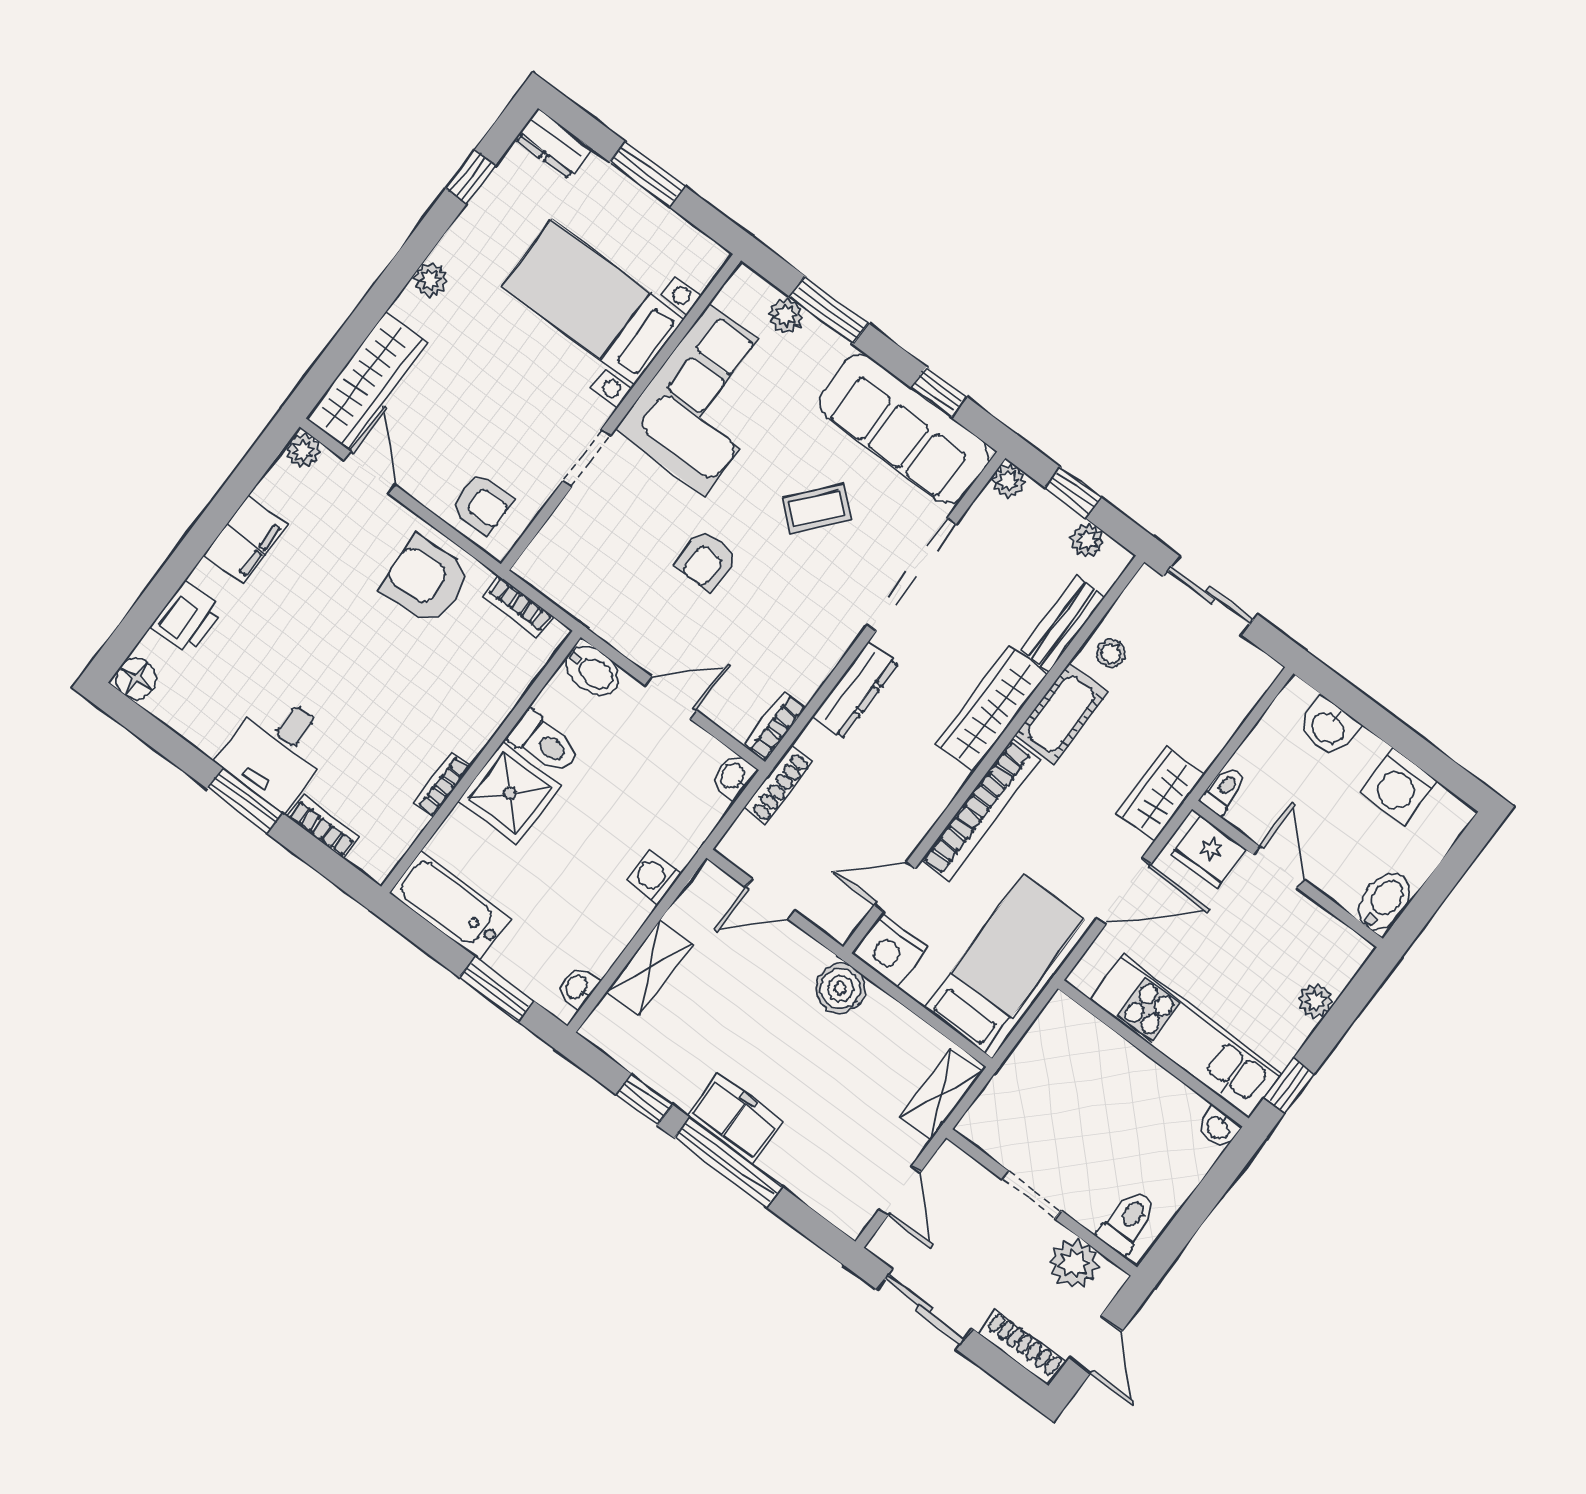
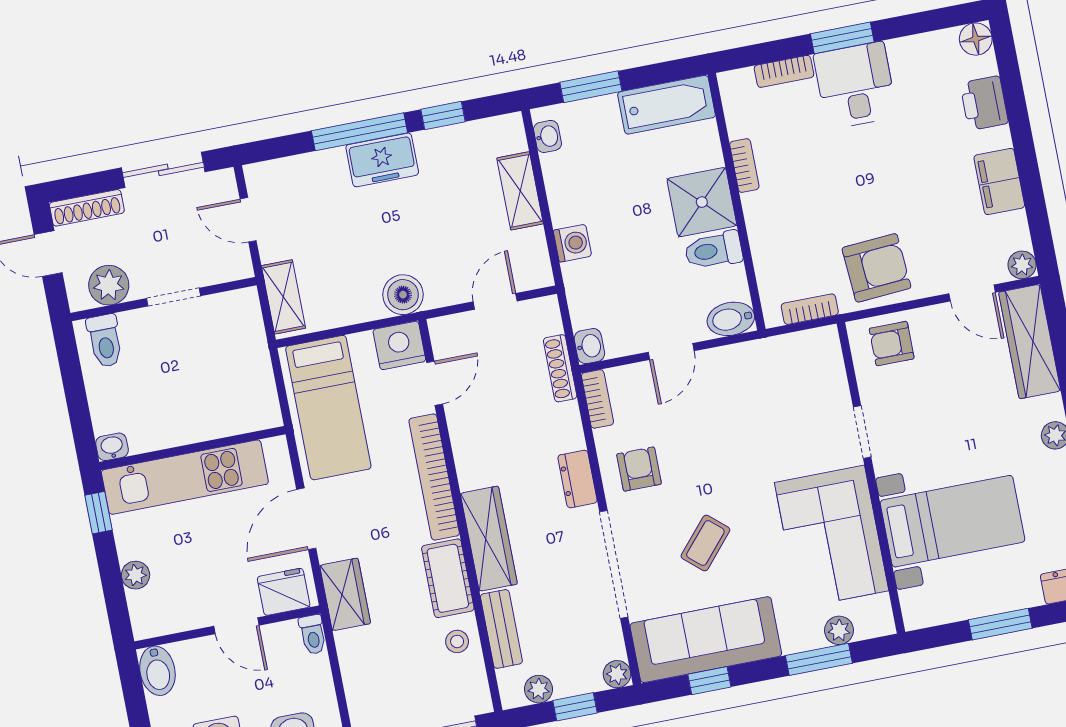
armchair: (706, 561) -> (639, 469), moved
dresser: (855, 690) -> (577, 479), width x0.70

